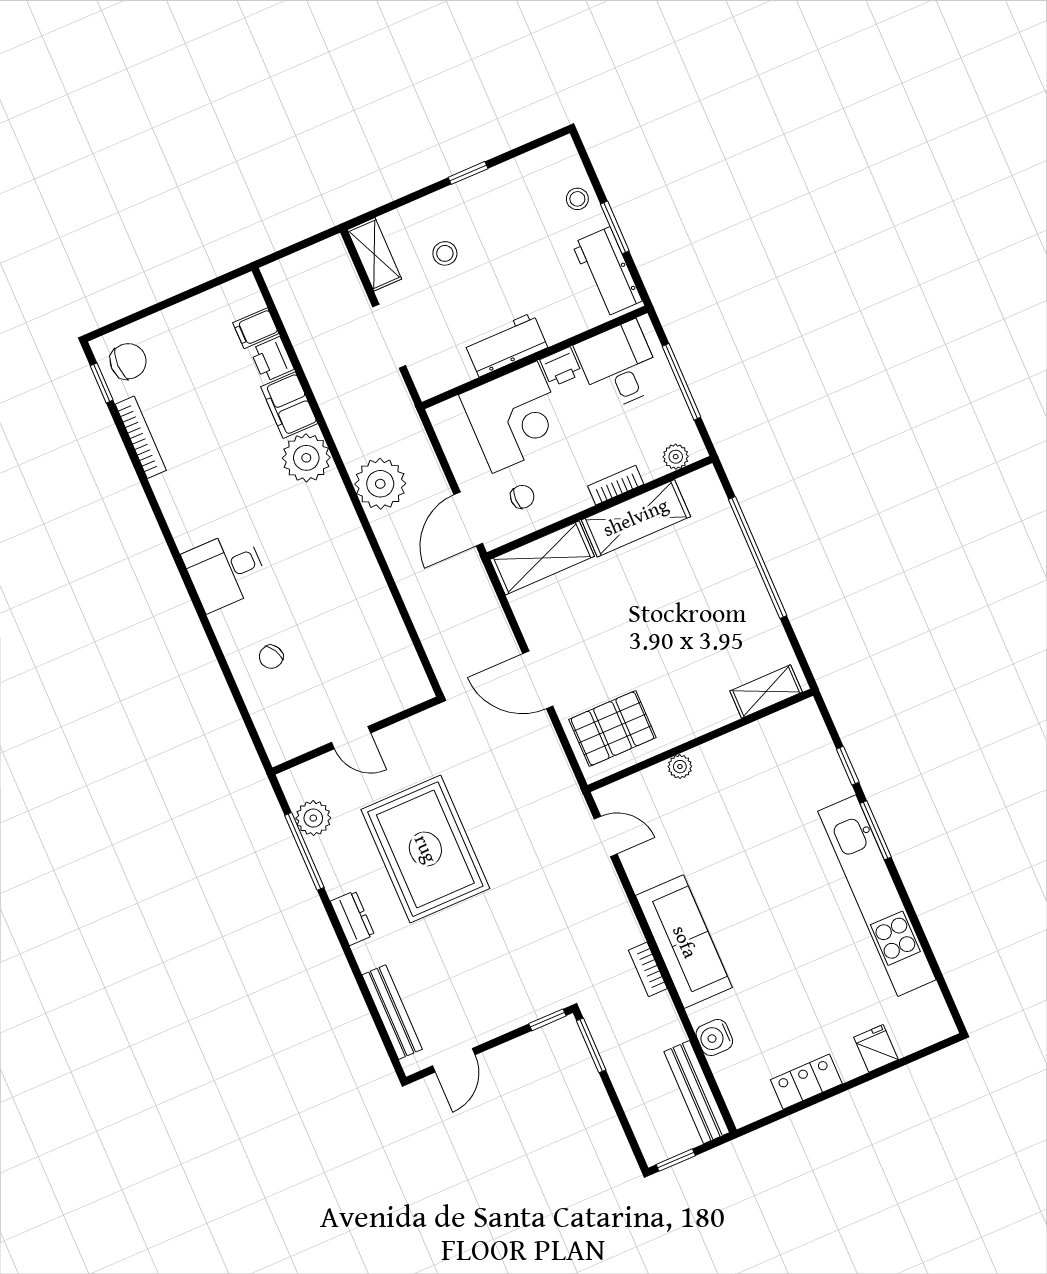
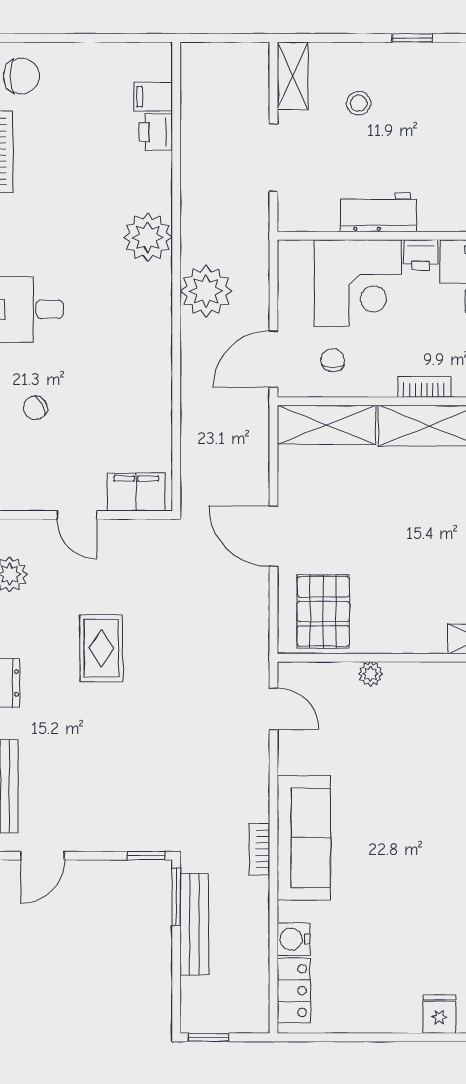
filing cabinet: (289, 405) -> (136, 492), moved, turned 90
chair: (522, 497) -> (333, 360), turned -90
pallet: (612, 729) -> (323, 611), turned 90
rug: (425, 849) -> (101, 648), width x0.54, depth x0.49
locker: (806, 1082) -> (294, 991), moved, turned 90
bench: (697, 1092) -> (194, 924), moved

